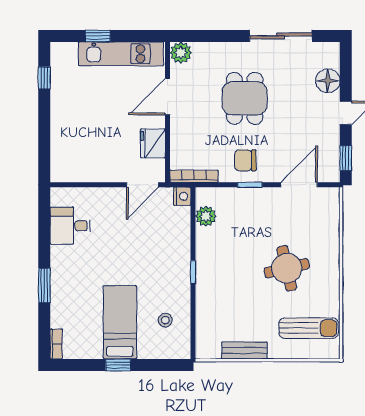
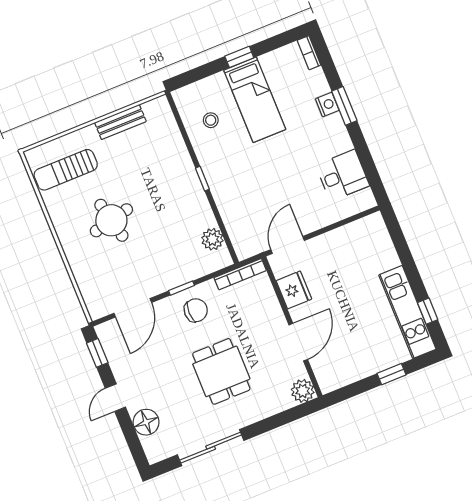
kitchen unit: (121, 54) -> (407, 312), moved, turned -90
nightstand: (182, 196) -> (327, 105), moved, turned 180

